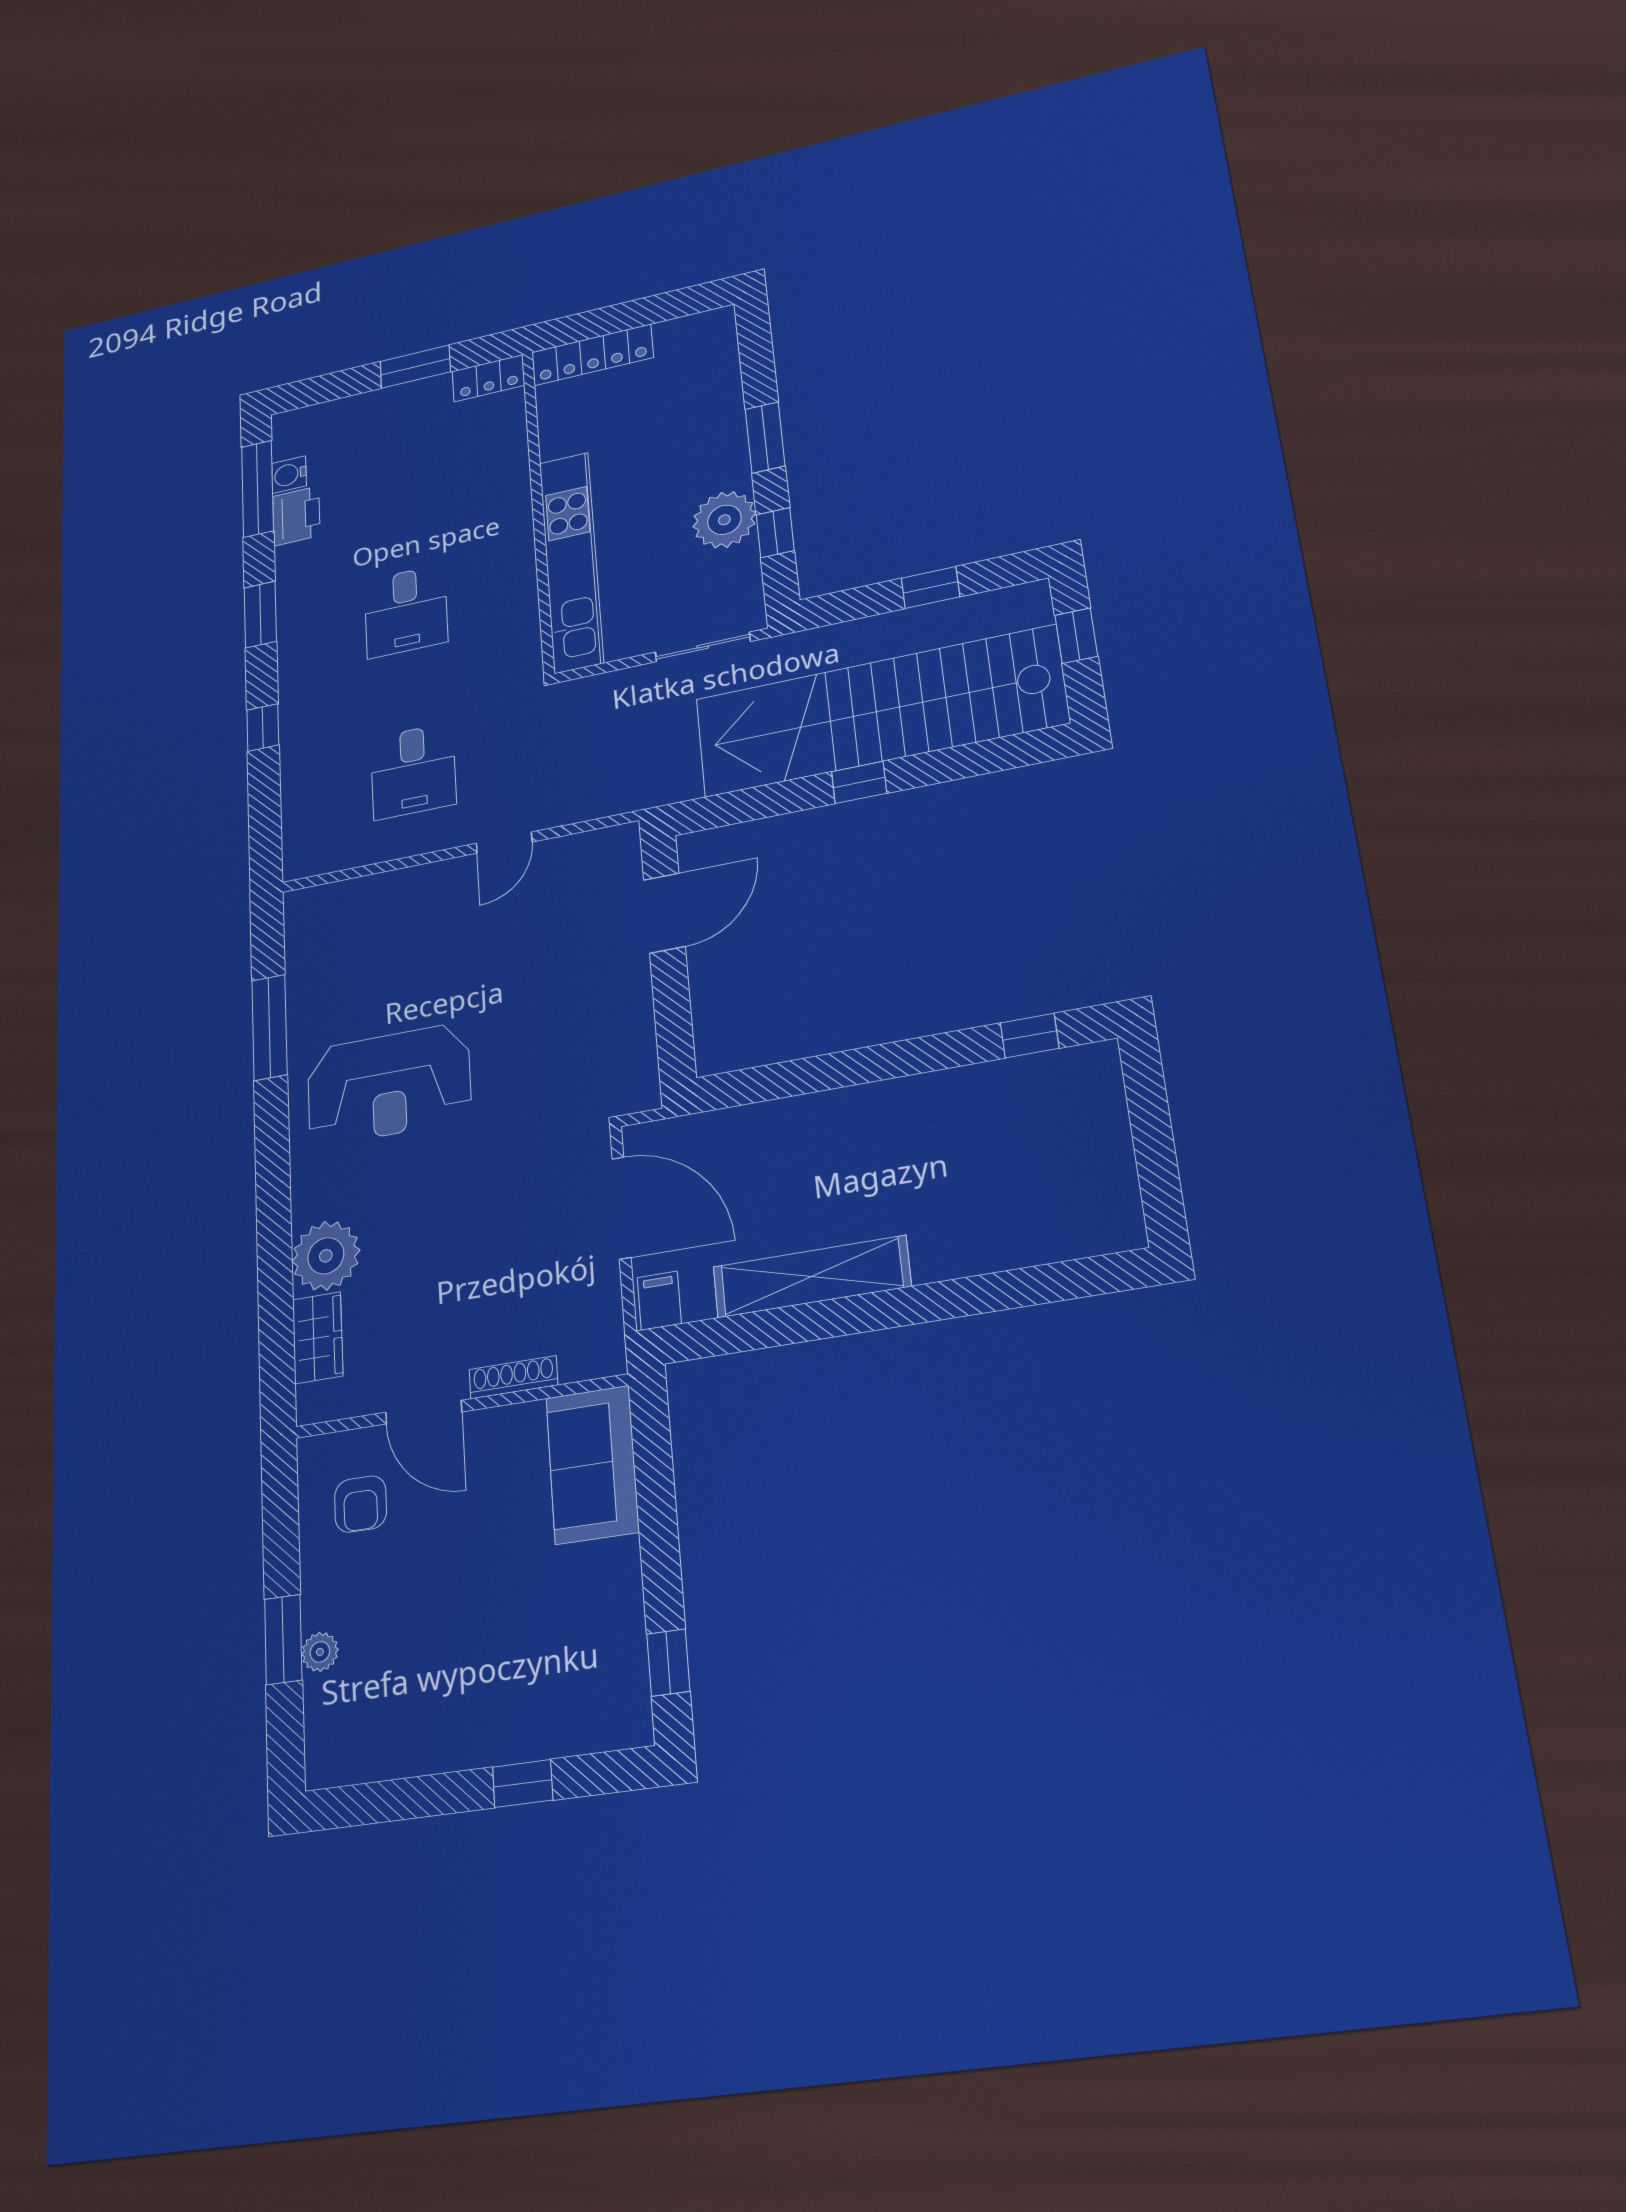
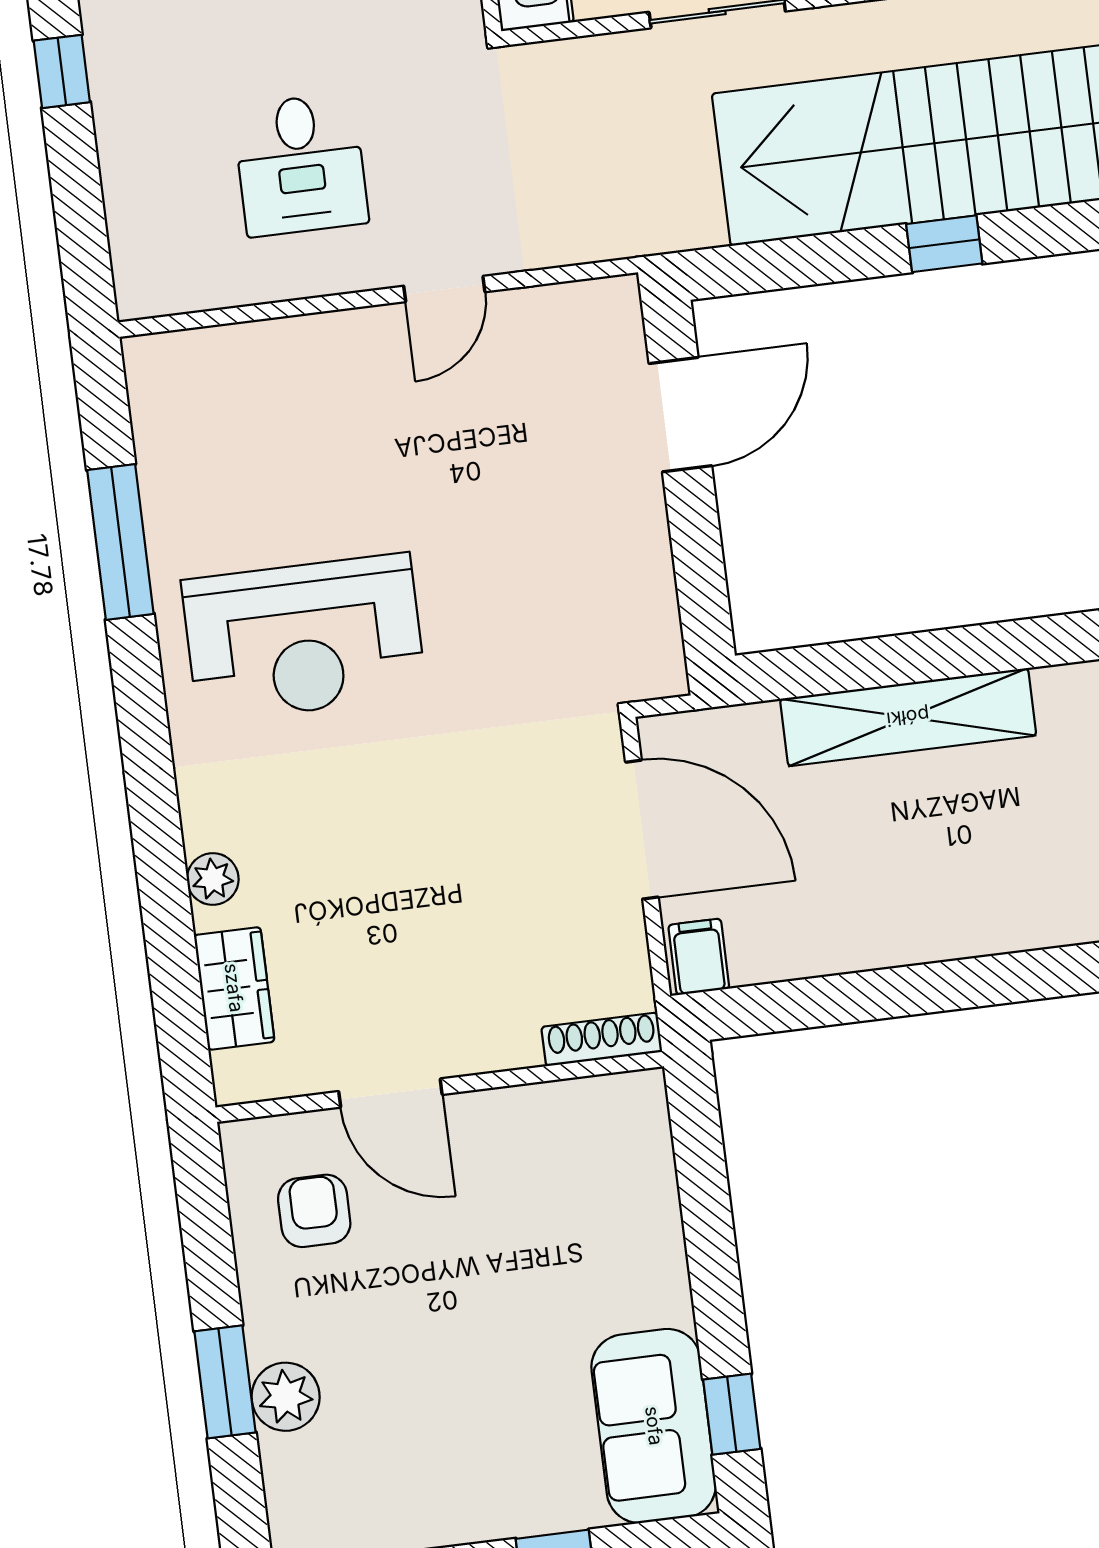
plant: (326, 1256) -> (213, 879), width x0.53, depth x0.53
shelving: (812, 1277) -> (908, 717), moved
shoe rack: (513, 1377) -> (602, 1039), moved
sofa: (592, 1464) -> (654, 1426), moved
armchair: (361, 1504) -> (314, 1211), turned 180
plant: (320, 1652) -> (286, 1397), width x1.38, depth x1.38

